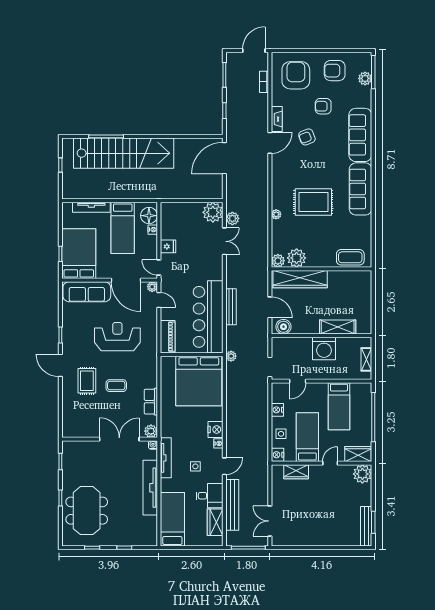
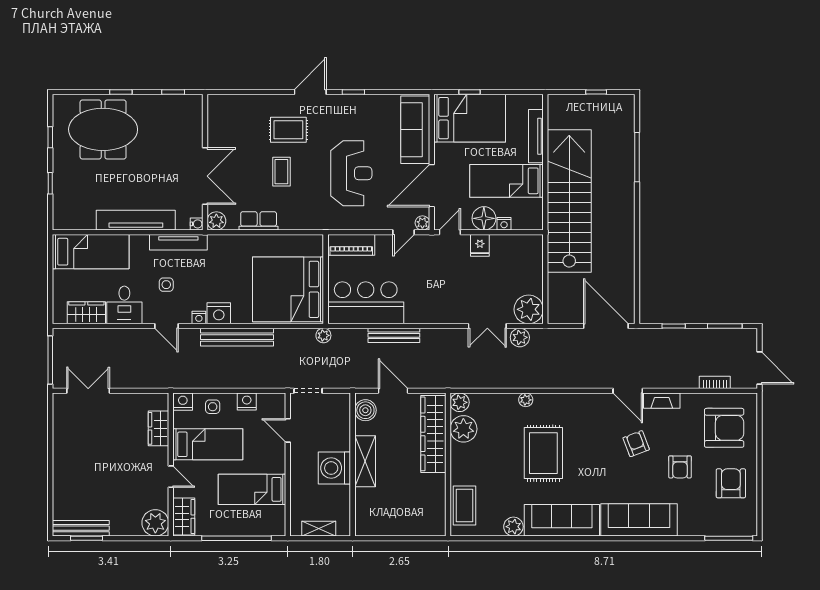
plant: (365, 78) -> (513, 527), moved
armchair: (323, 106) -> (680, 467), turned 180
stairs: (124, 153) -> (569, 201), moved, turned 180
floor lamp: (149, 216) -> (484, 218), moved
door: (270, 307) -> (393, 391), swing flipped
bar counter: (208, 317) -> (366, 303), width x0.73
shelving: (338, 327) -> (365, 461), moved
bench: (232, 505) -> (237, 337), moved

